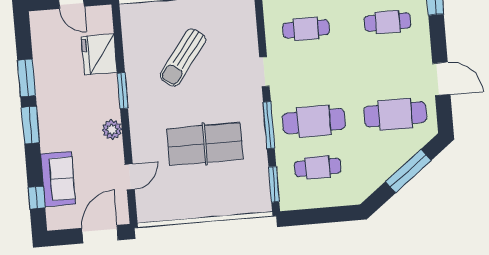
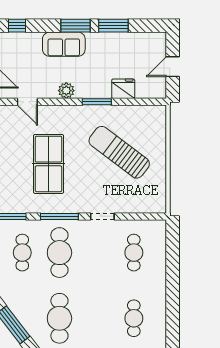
fridge: (99, 54) -> (123, 89), width x0.73, depth x0.75
sun lounger: (183, 58) -> (119, 152), width x1.36, depth x1.34
sofa: (58, 179) -> (64, 44), moved

